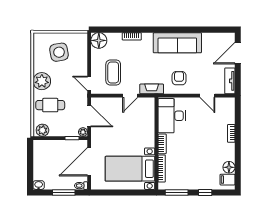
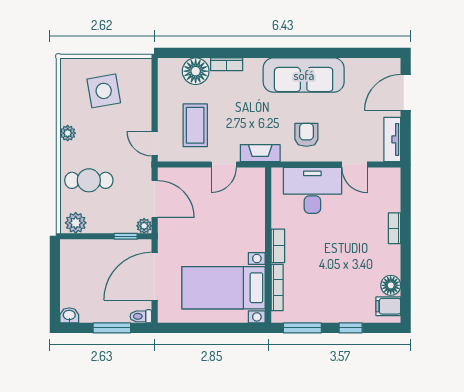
floor lamp: (99, 40) -> (196, 71), moved
plant: (42, 81) -> (68, 133), width x0.53, depth x0.53
desk: (172, 116) -> (312, 190), moved, turned 90

